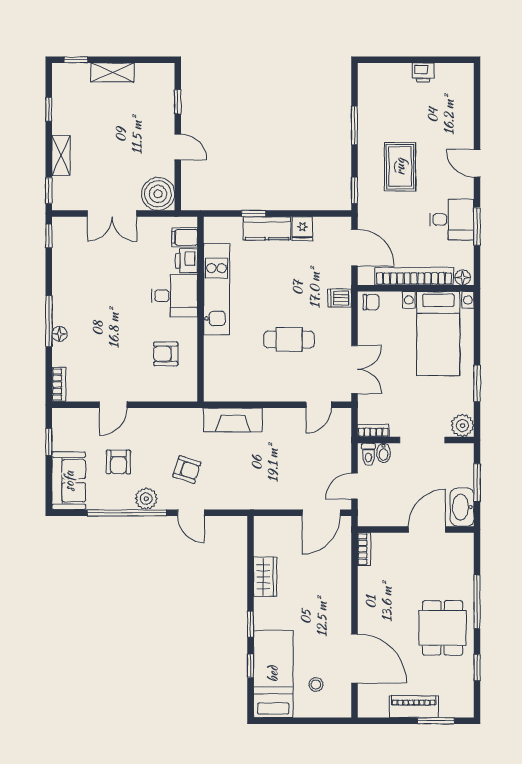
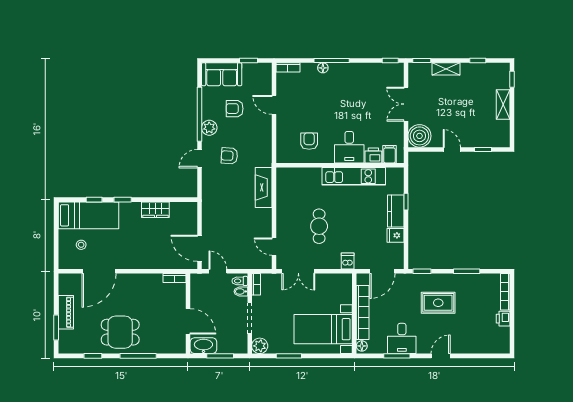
bookcase: (384, 70) -> (505, 292), added
door: (178, 147) -> (452, 149), swing flipped
chair: (371, 302) -> (345, 283), removed
armchair: (187, 469) -> (229, 156), turned 76

